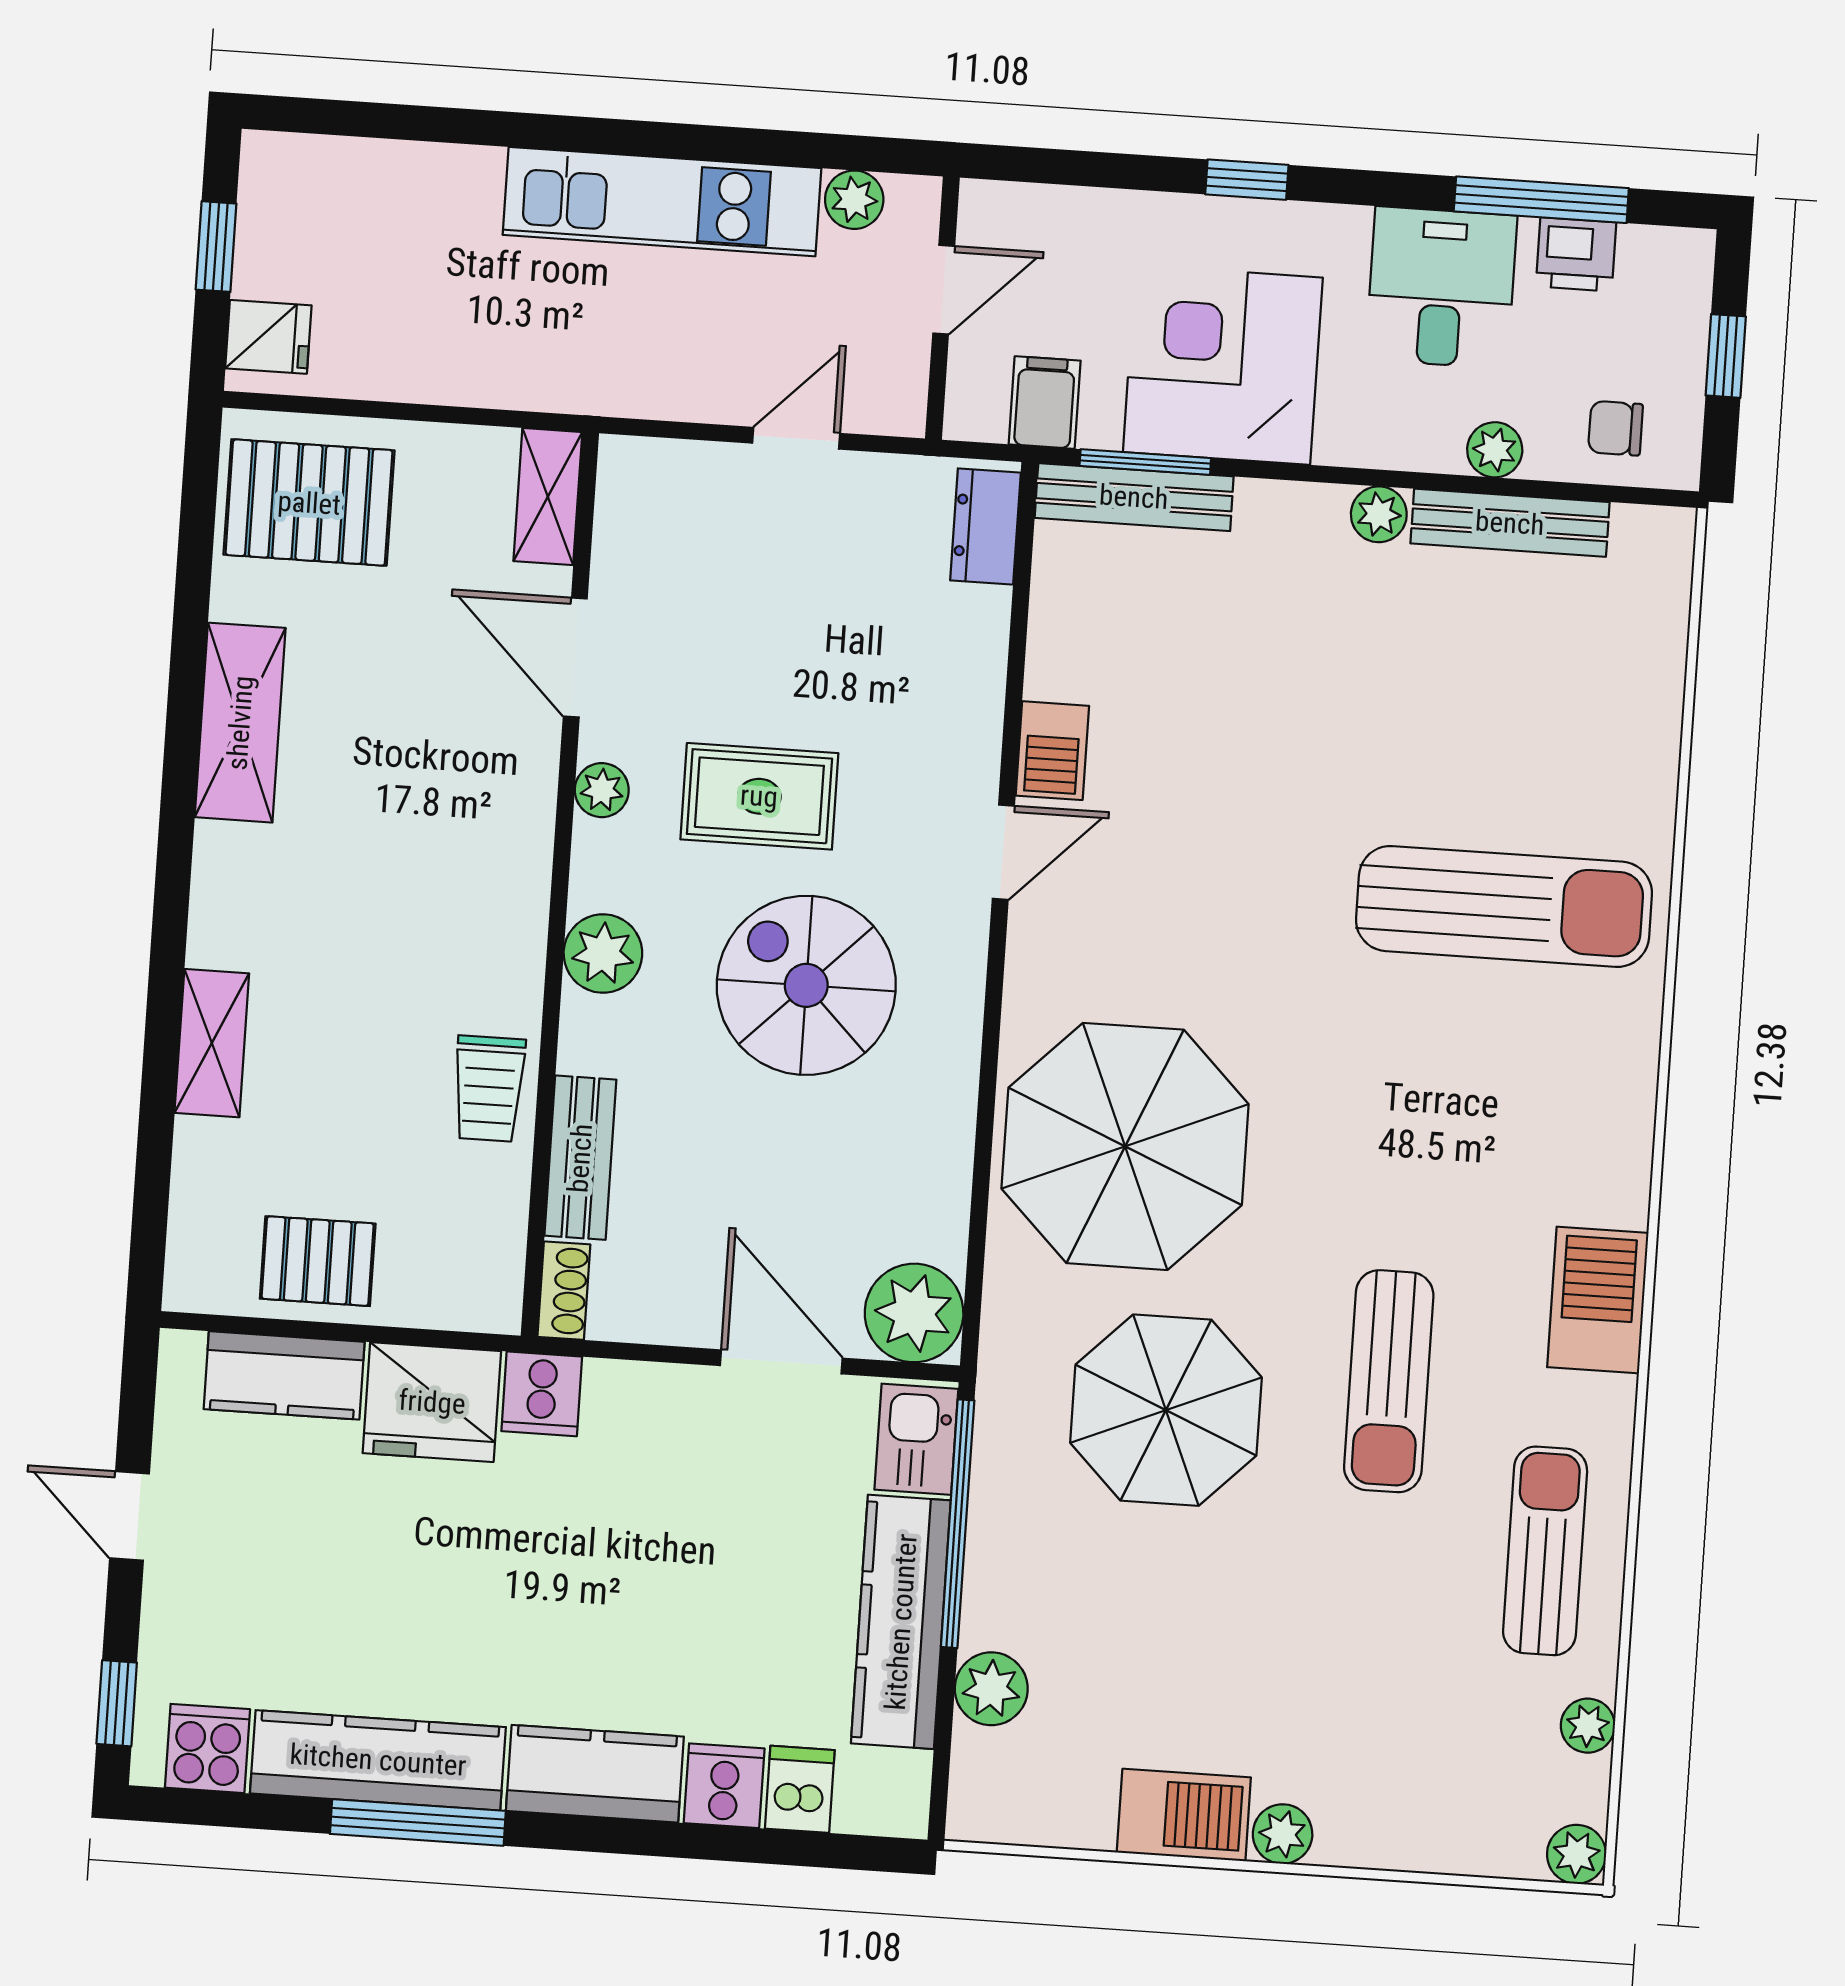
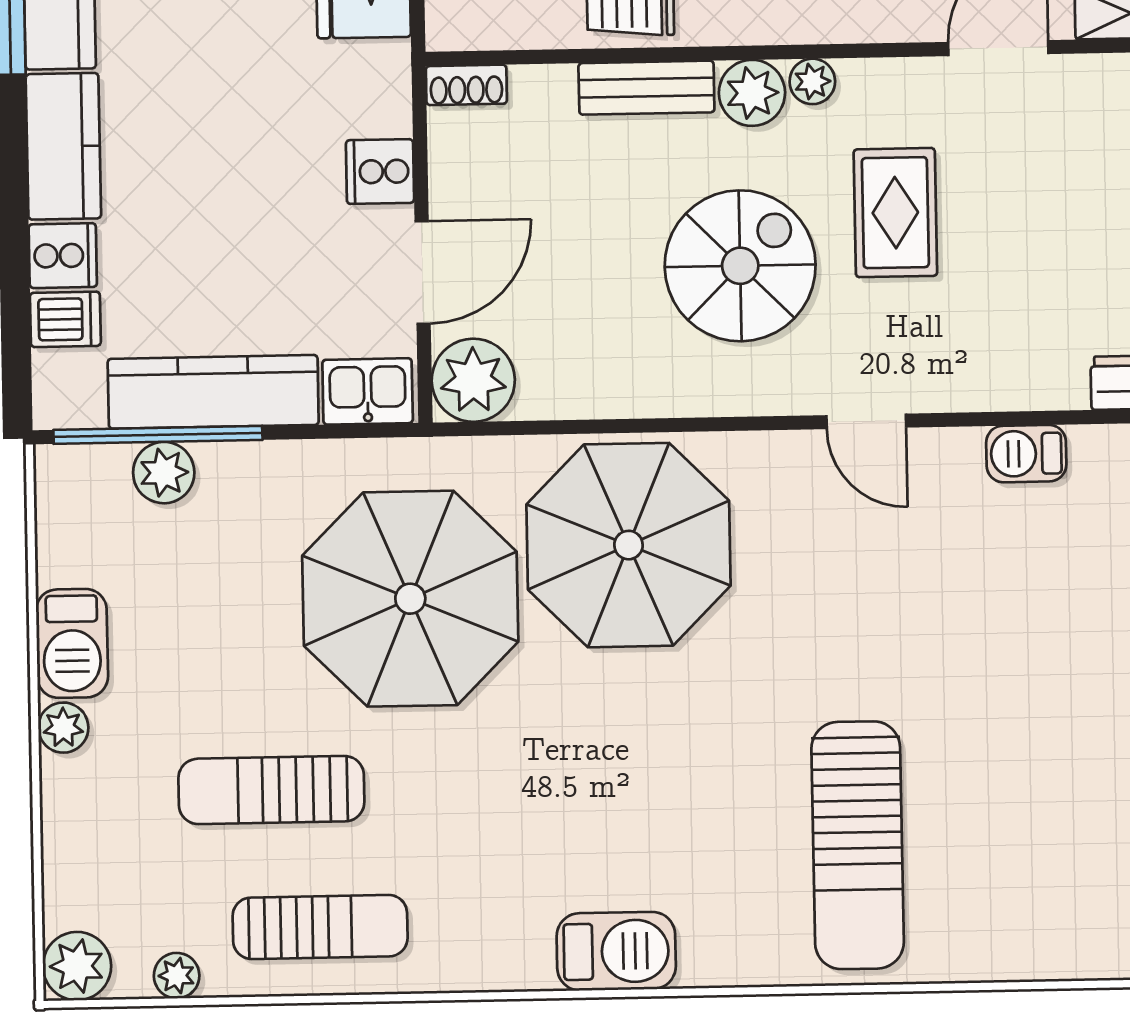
barbecue: (1052, 751) -> (1026, 454), moved
plant: (602, 790) -> (812, 81), moved
bench: (580, 1158) -> (646, 88), moved
barbecue: (1598, 1300) -> (616, 951), moved
sun lounger: (1389, 1381) -> (271, 790), moved
cooker: (542, 1394) -> (380, 172), moved
parasol: (1166, 1410) -> (410, 599), width x1.36, depth x1.36
window: (958, 1524) -> (158, 435), moved
plant: (1576, 1854) -> (77, 966), width x1.38, depth x1.38

